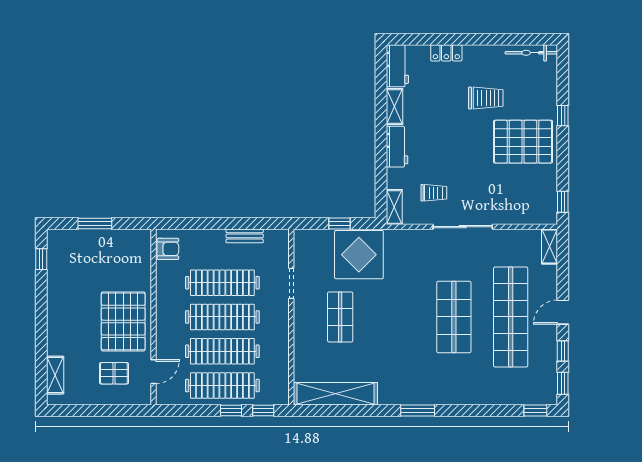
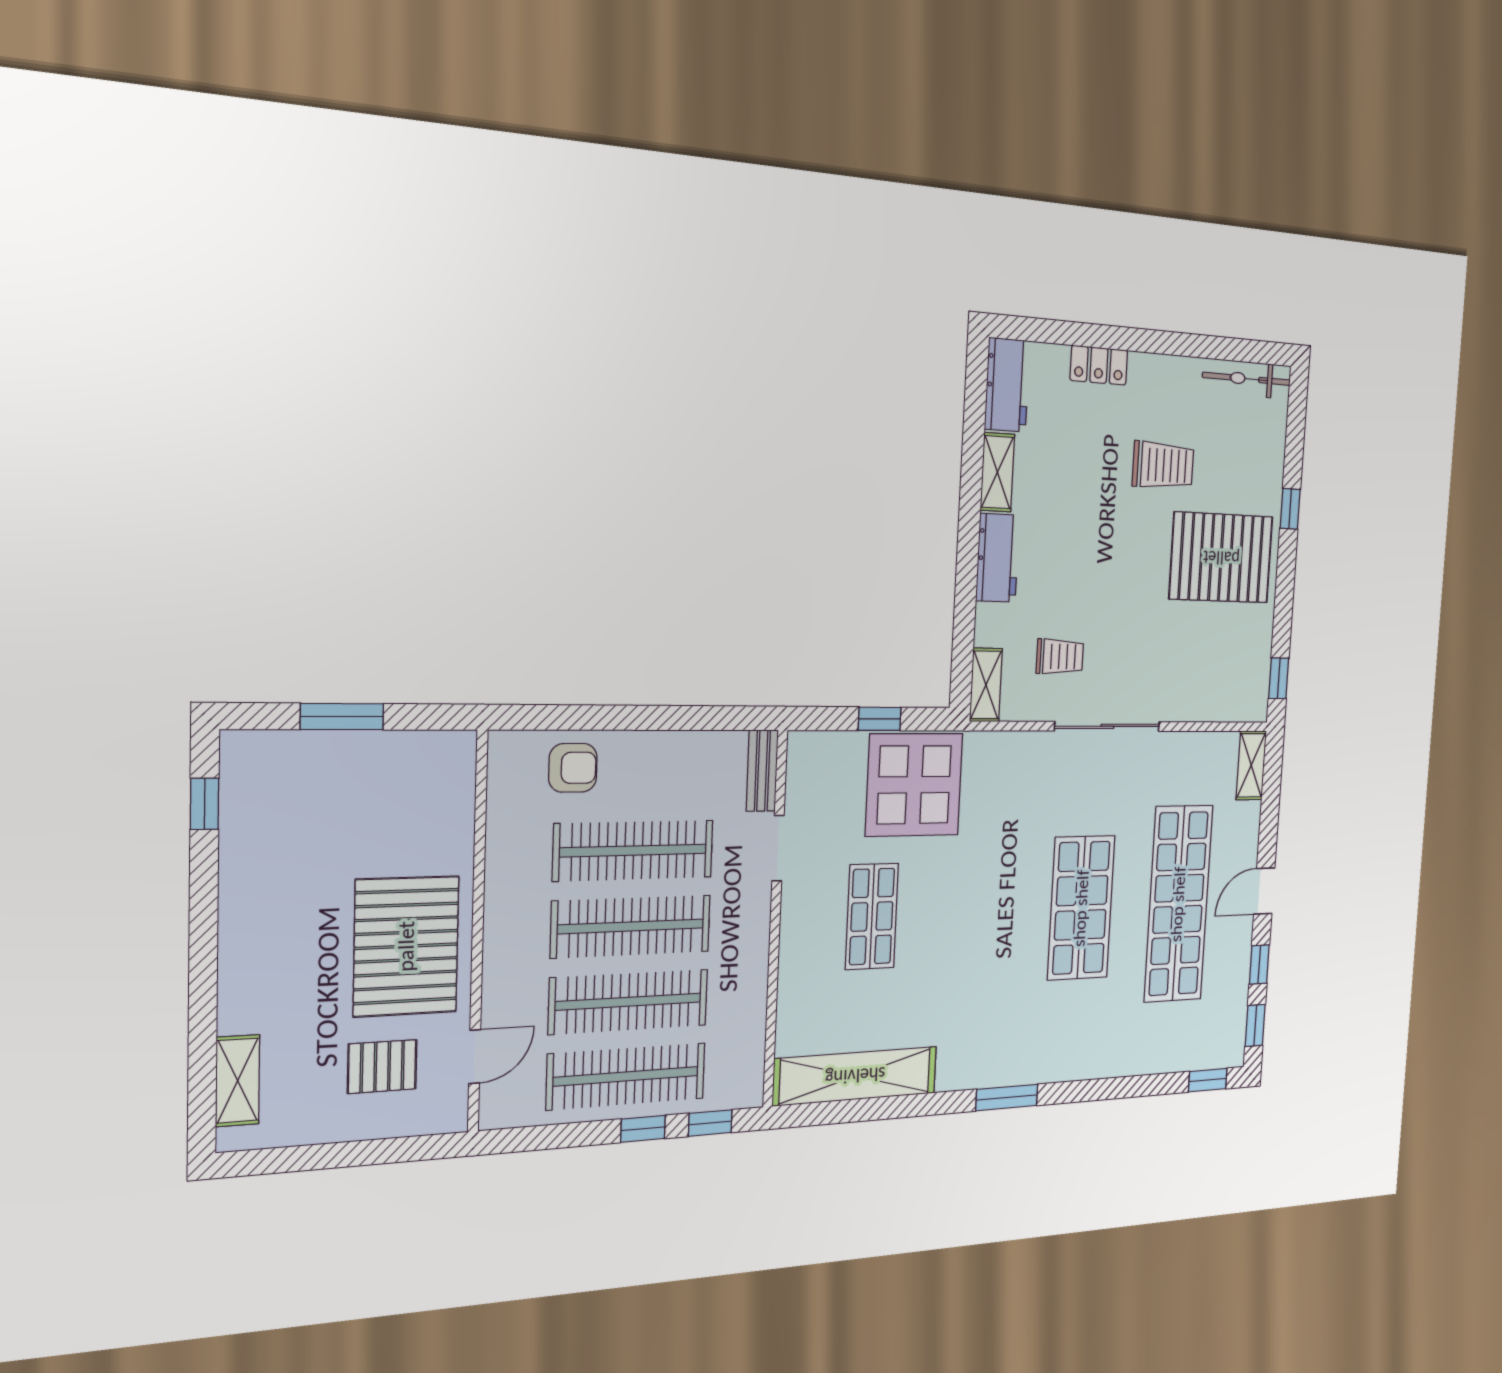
bench: (245, 236) -> (762, 771), moved, turned 90
armchair: (168, 249) -> (573, 768), moved

